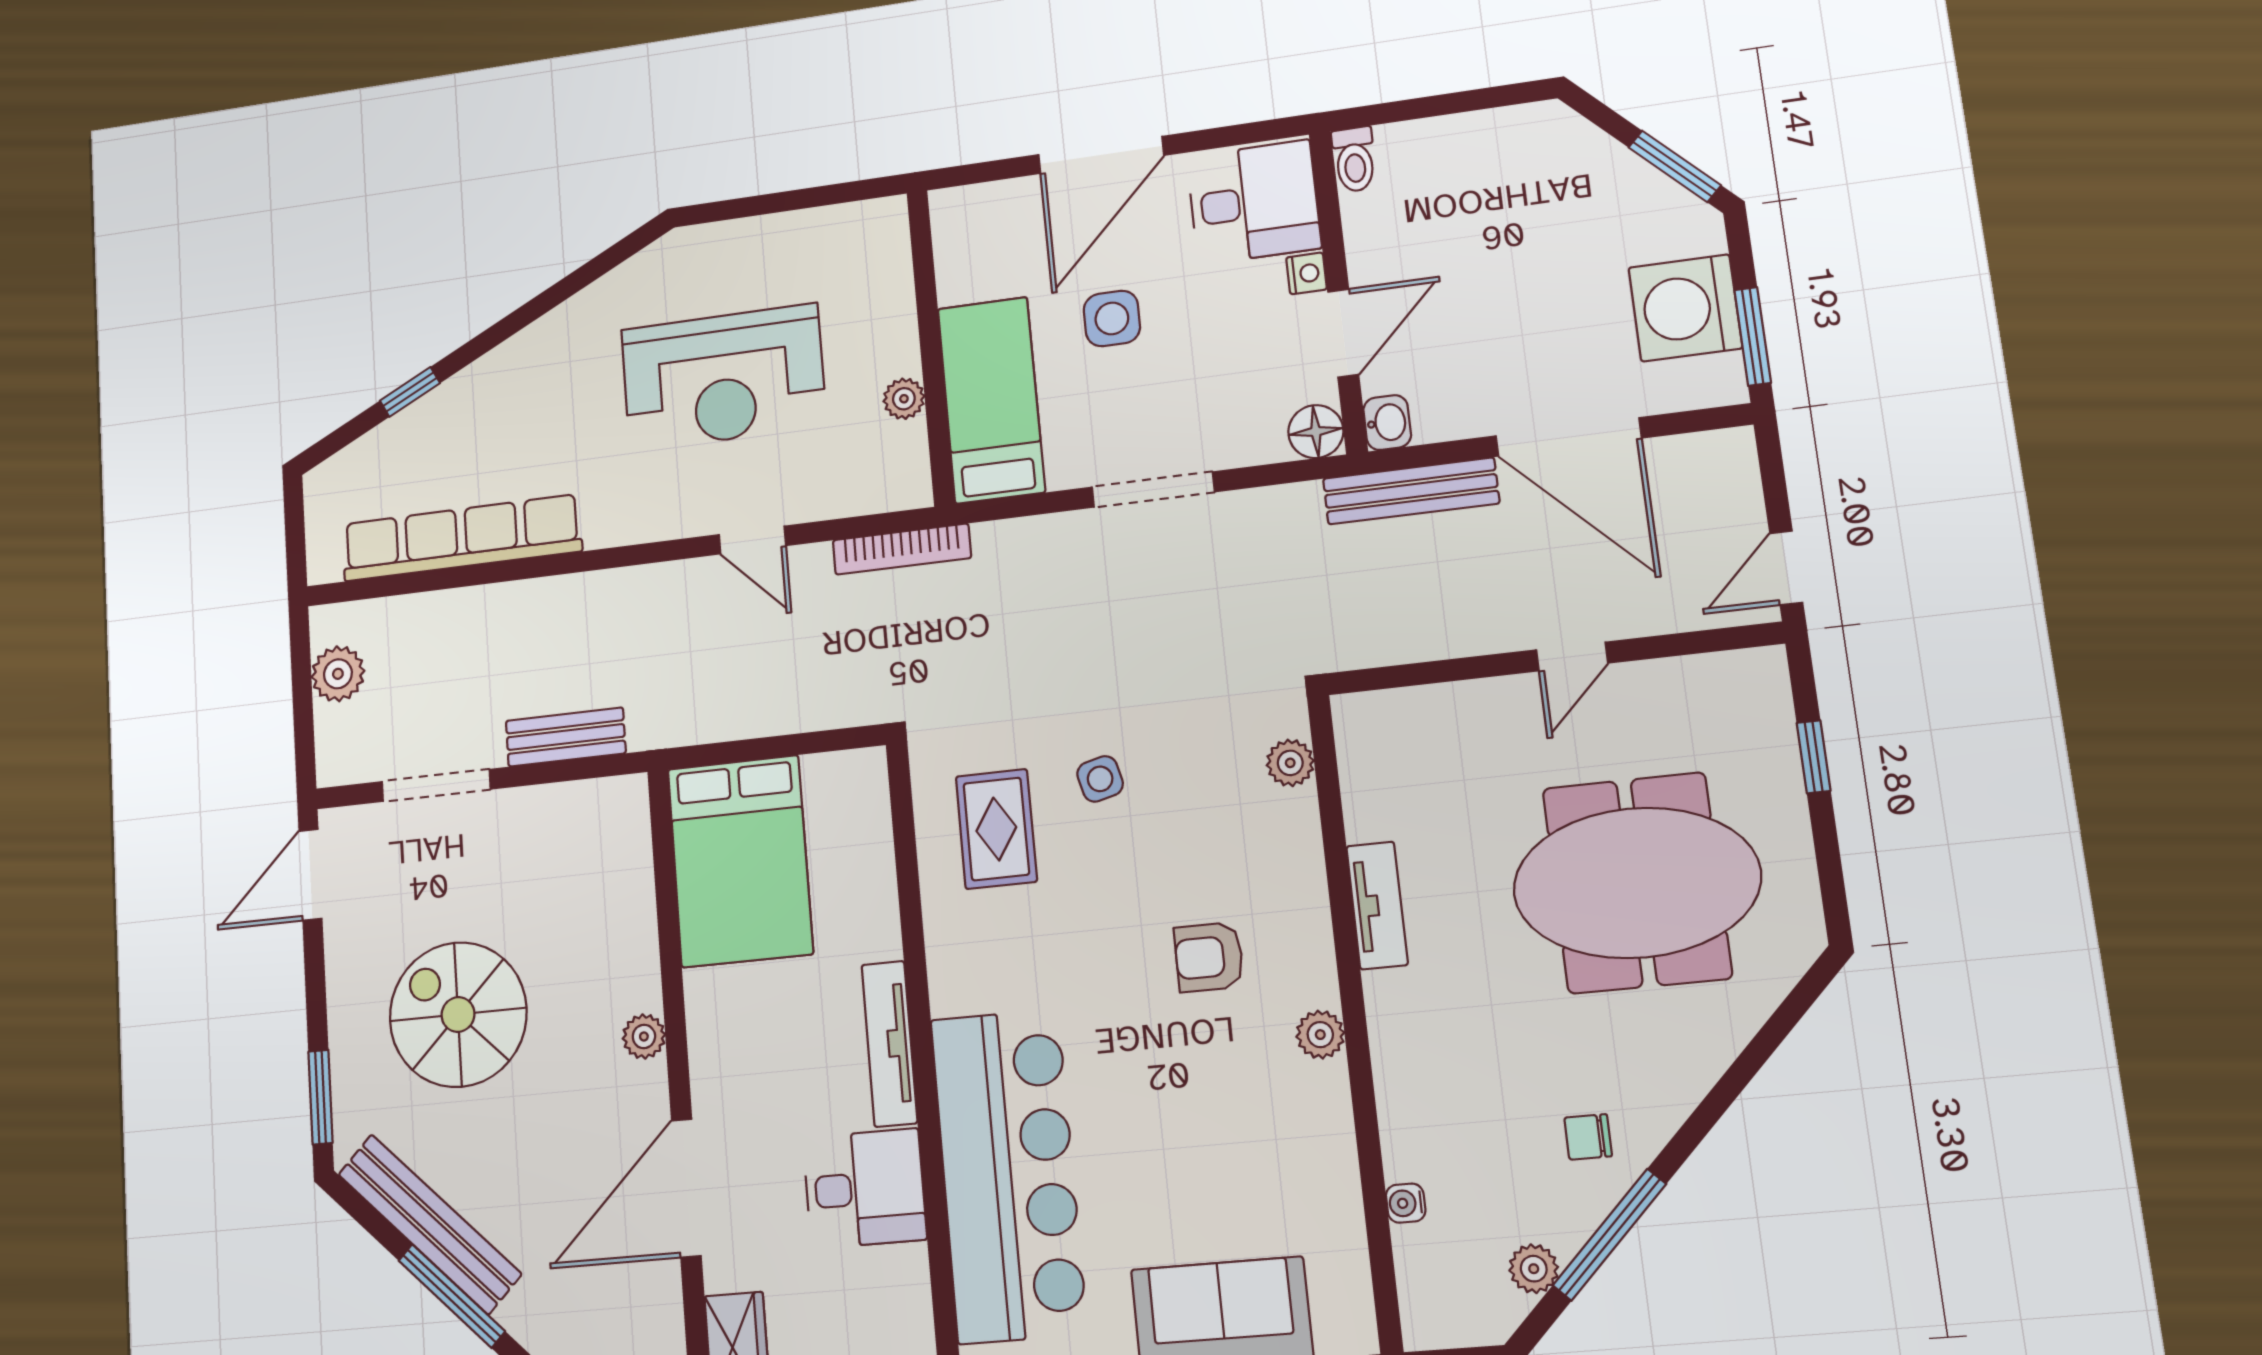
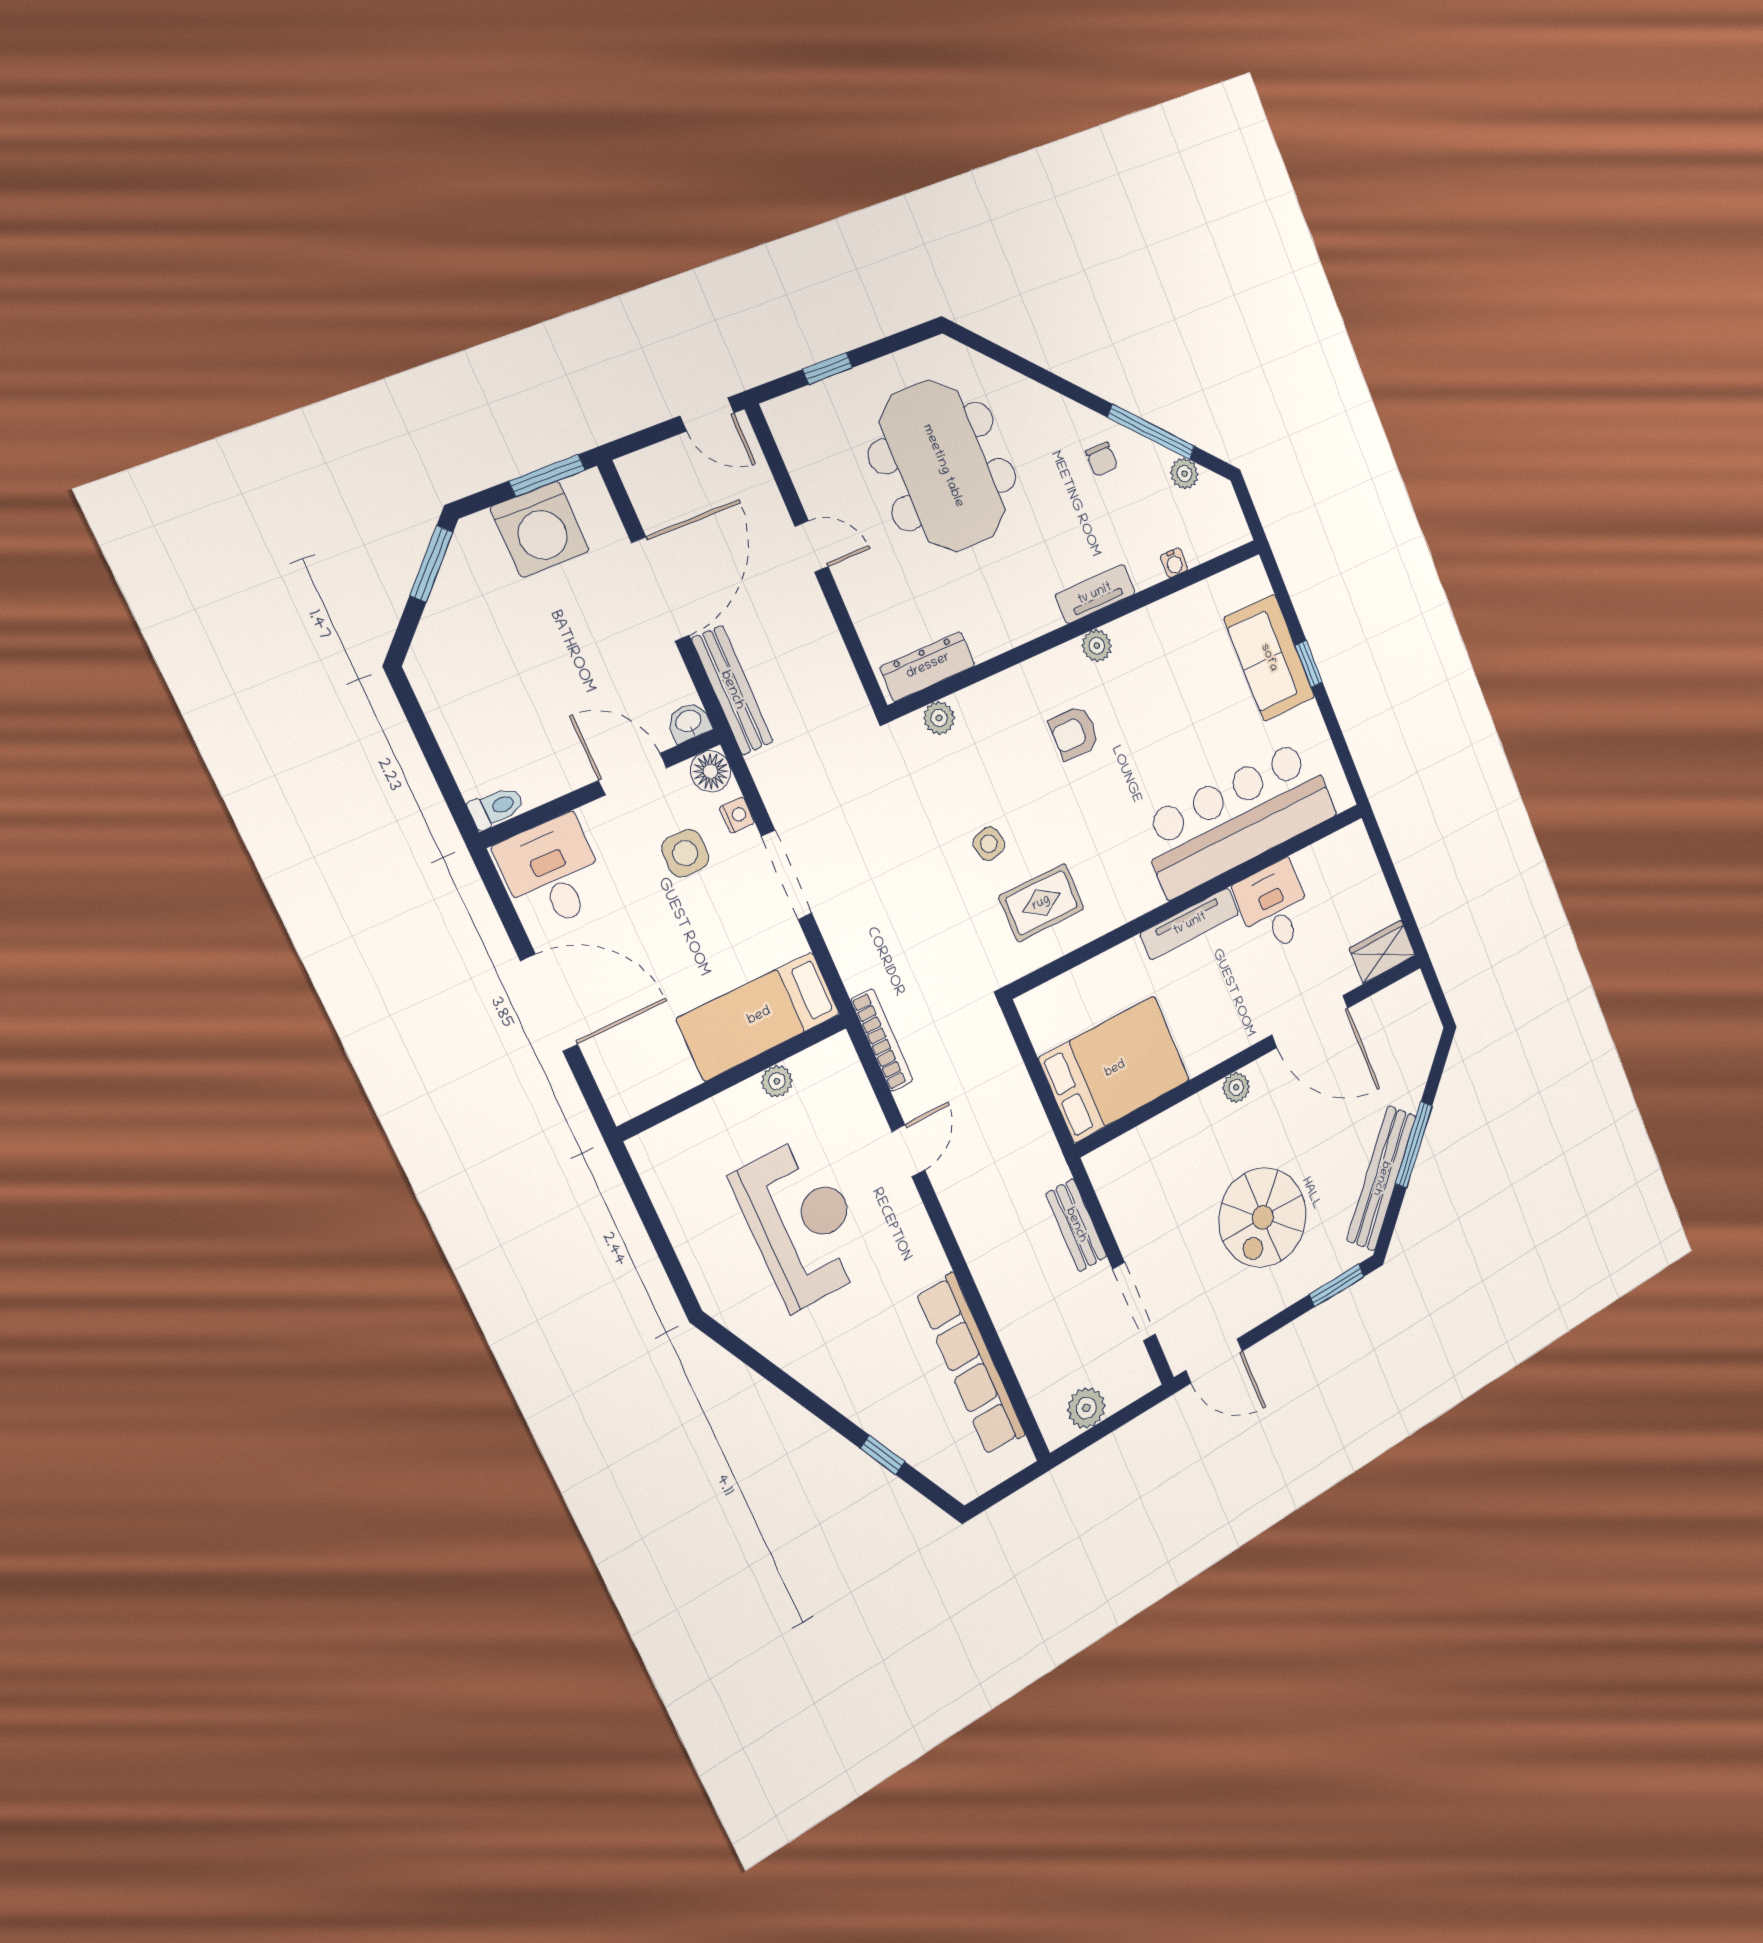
nightstand: (1306, 273) -> (737, 815), moved, turned 90
side table: (1112, 319) -> (685, 853), moved
dresser: (1365, 769) -> (928, 666), added
tv unit: (1377, 905) -> (1095, 594), moved
armchair: (1209, 957) -> (1074, 733), turned 90

